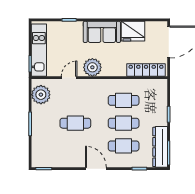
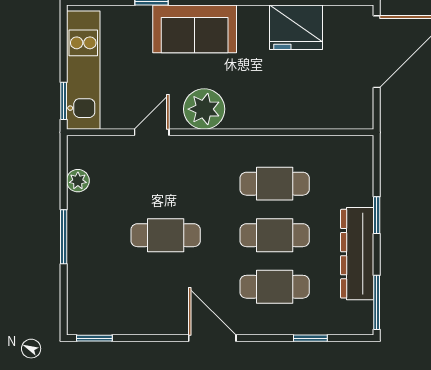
sofa: (102, 32) -> (195, 29), moved
locker: (146, 70) -> (325, 115), removed
plant: (41, 95) -> (78, 181), width x0.53, depth x0.53
dresser: (160, 147) -> (357, 254), moved

